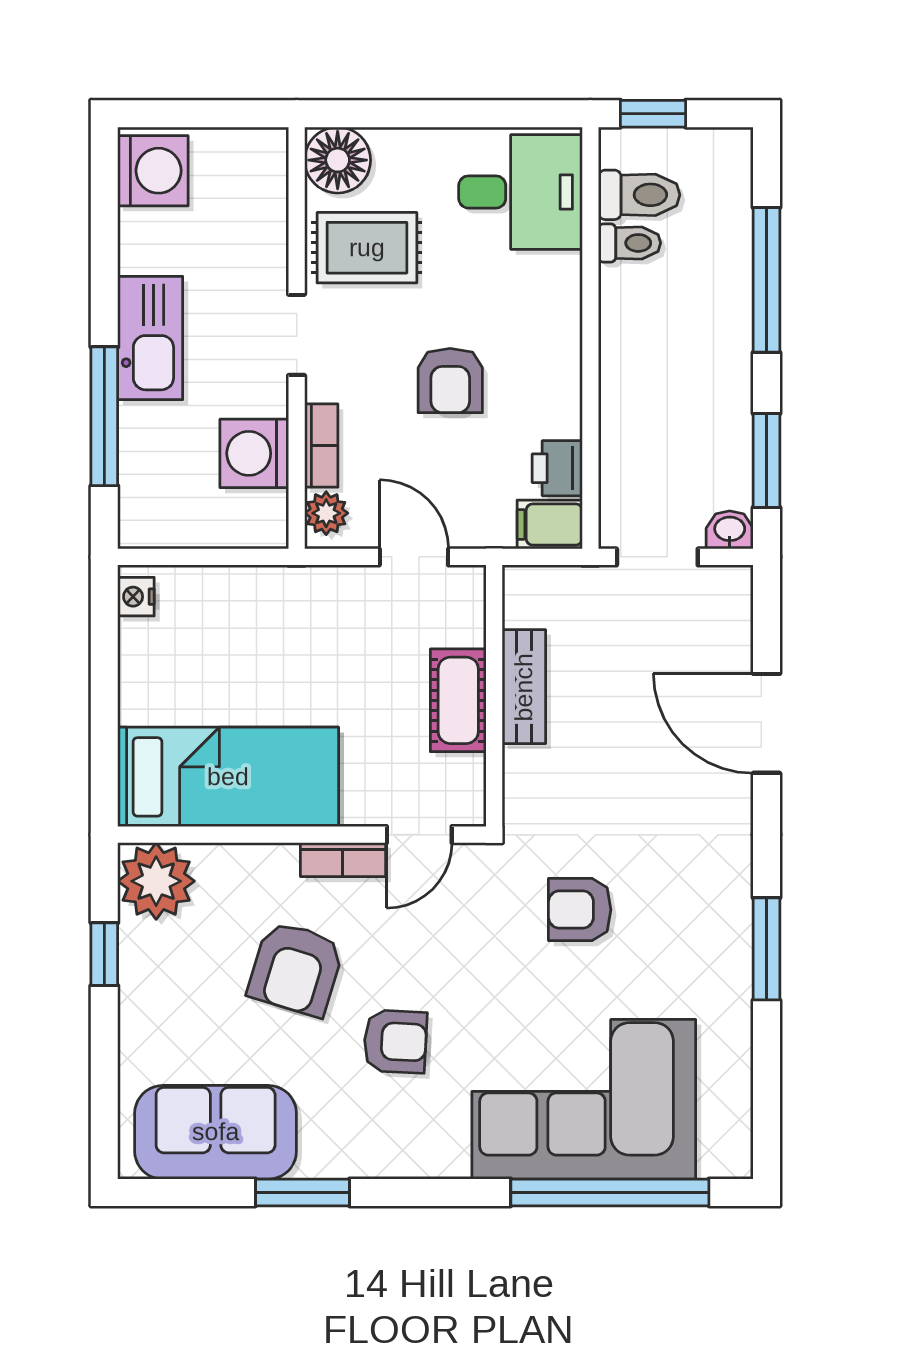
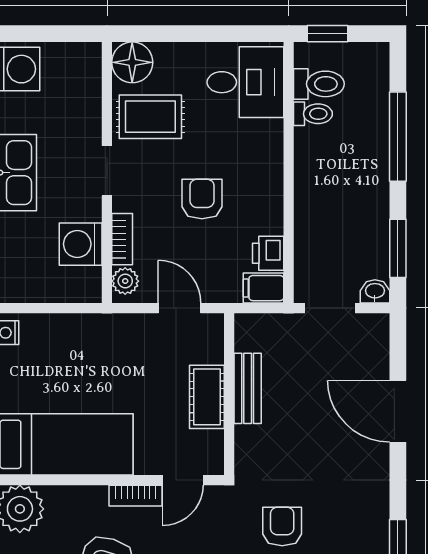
armchair: (450, 381) -> (202, 199), turned 180
armchair: (580, 910) -> (282, 526), turned 90

